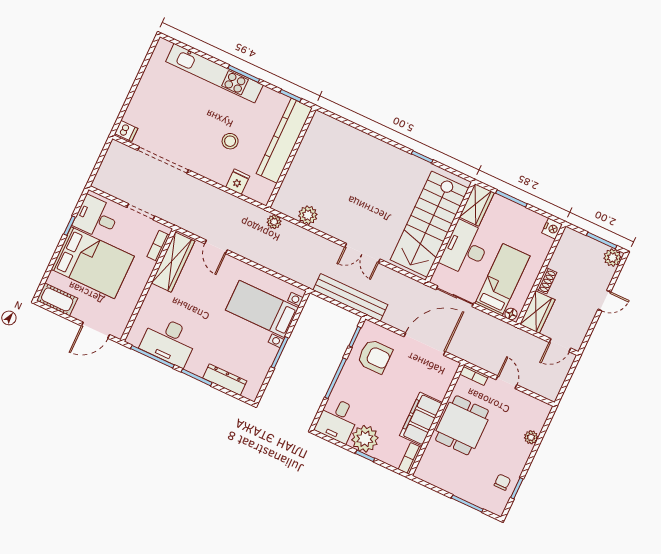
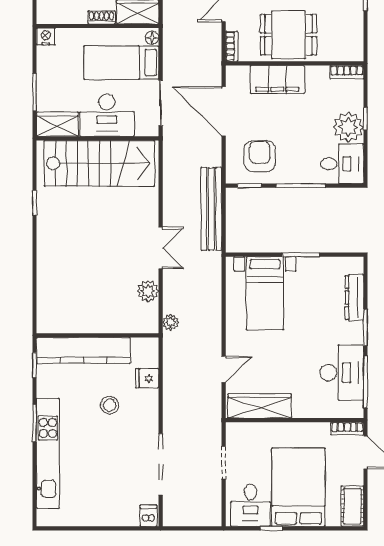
bookcase: (158, 246) -> (347, 429), moved
double door: (362, 253) -> (161, 248), moved
filing cabinet: (421, 419) -> (277, 79), moved

